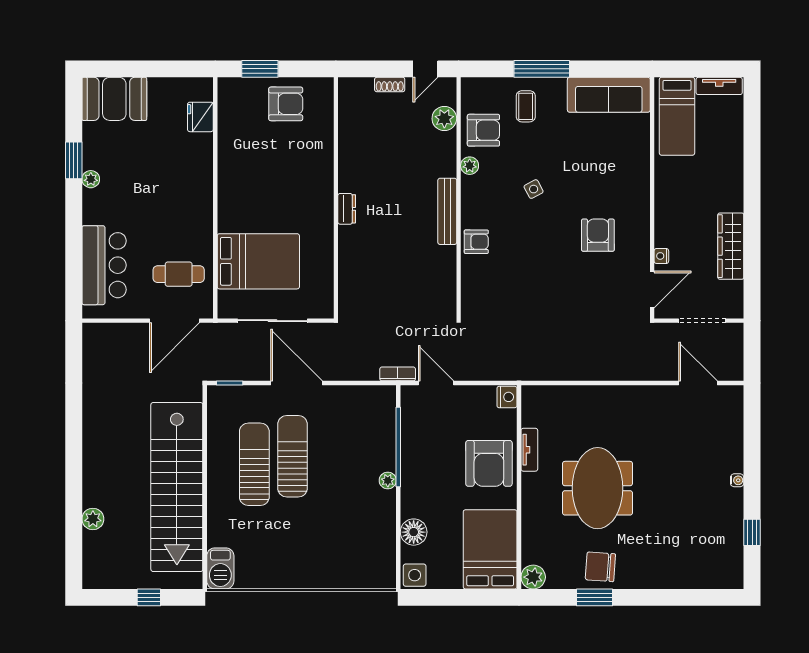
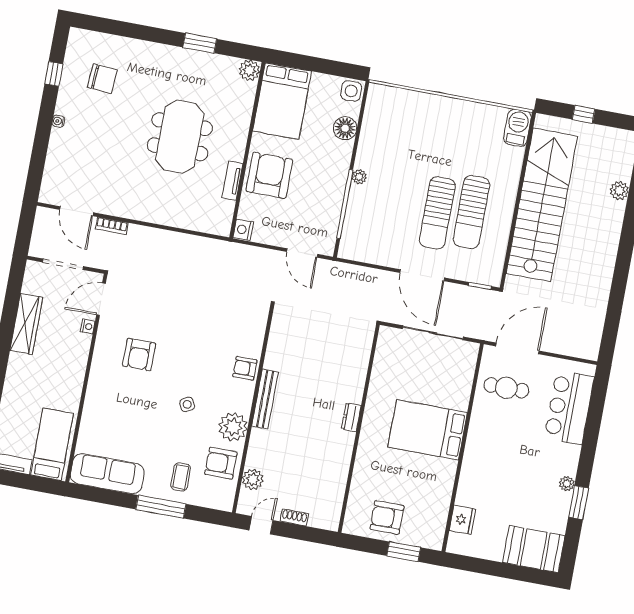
plant: (470, 166) -> (233, 427), width x1.88, depth x1.88
bed: (258, 261) -> (428, 430), moved
bookcase: (398, 374) -> (112, 226), moved
chair: (600, 567) -> (102, 79), moved

